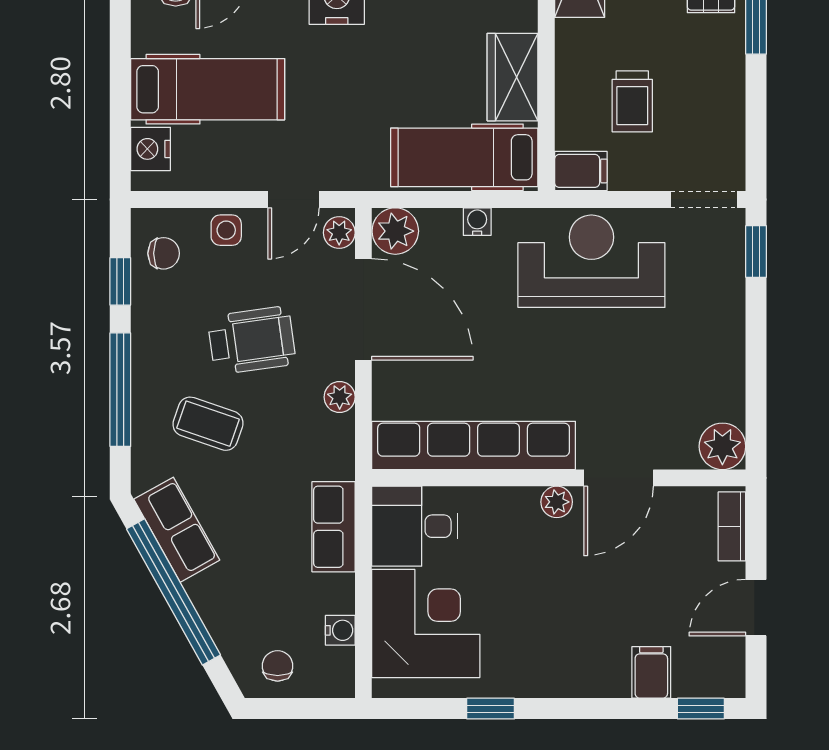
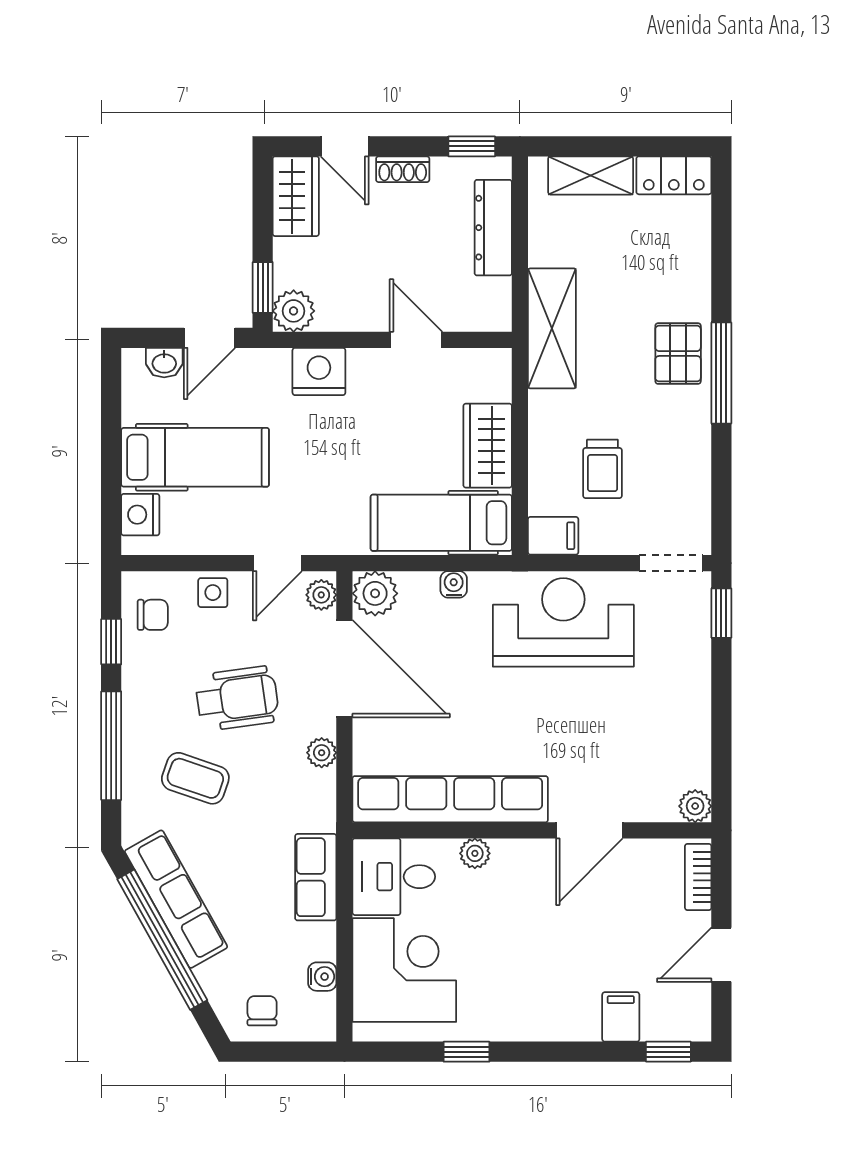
plant: (722, 446) -> (695, 806), width x0.73, depth x0.73
plant: (557, 502) -> (475, 853), moved
row of seats: (177, 530) -> (176, 899), width x1.48

